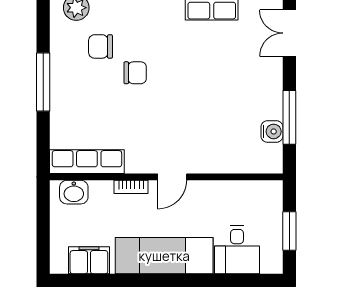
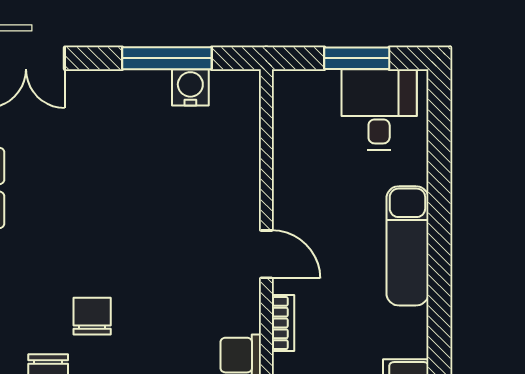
desk: (237, 250) -> (379, 110), moved, turned -90
exam couch: (164, 256) -> (407, 246), width x0.73, depth x0.69

